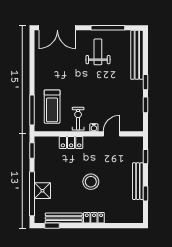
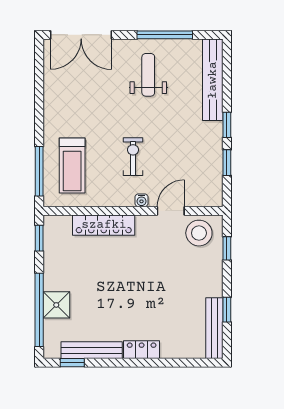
exercise bike: (78, 119) -> (133, 157), moved
locker: (71, 143) -> (104, 225), width x1.53
bench: (138, 181) -> (214, 328), moved
stool: (91, 182) -> (199, 233), moved

